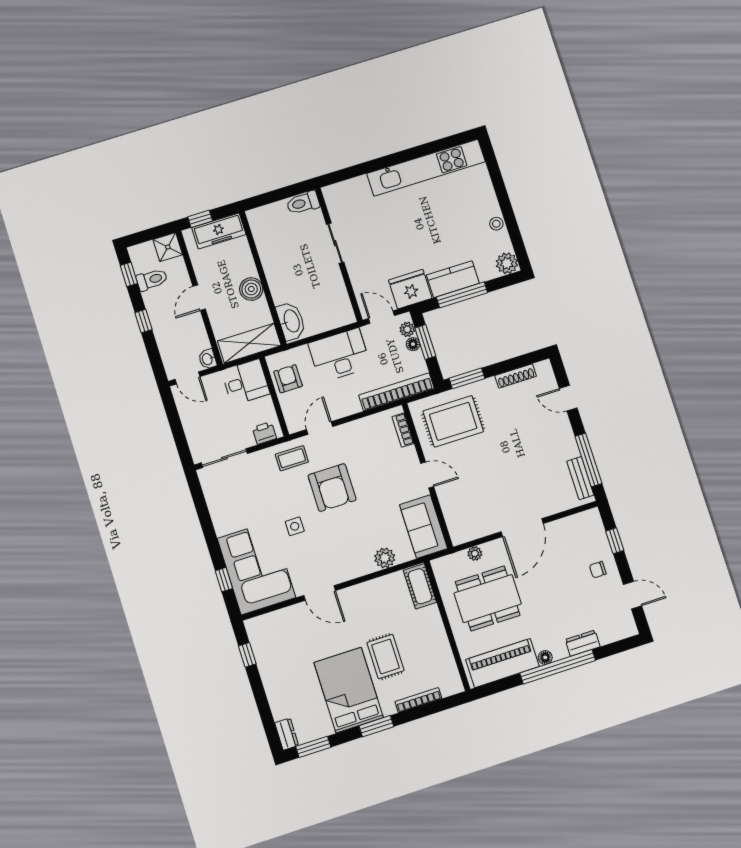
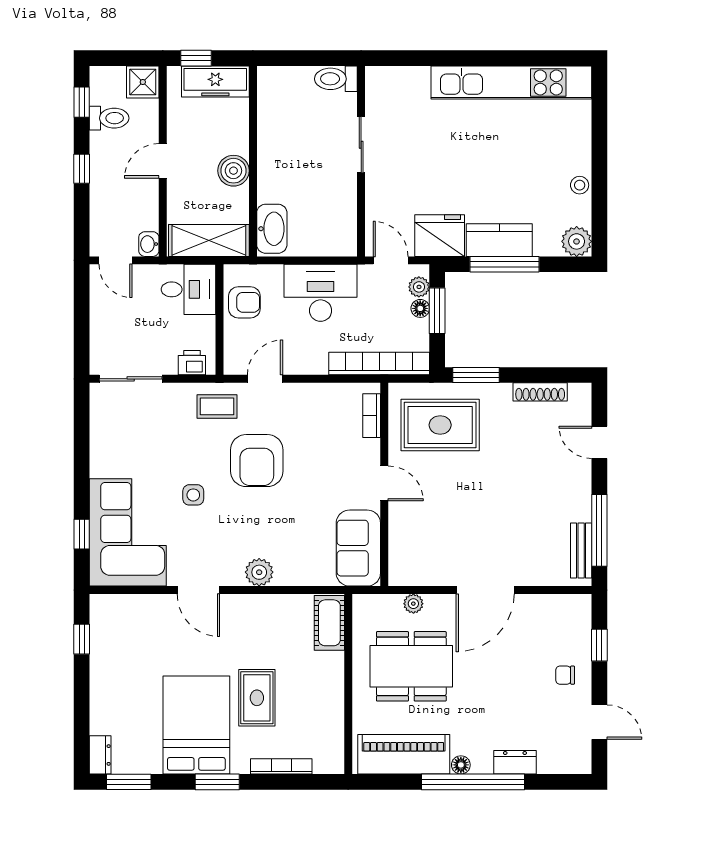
armchair: (288, 379) -> (244, 302), turned 90
plant: (385, 558) -> (259, 572), moved

